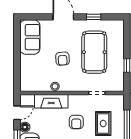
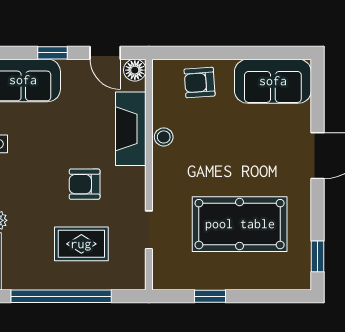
window: (94, 17) -> (317, 256), moved
armchair: (62, 59) -> (200, 82), moved
floor lamp: (25, 127) -> (135, 70), moved

